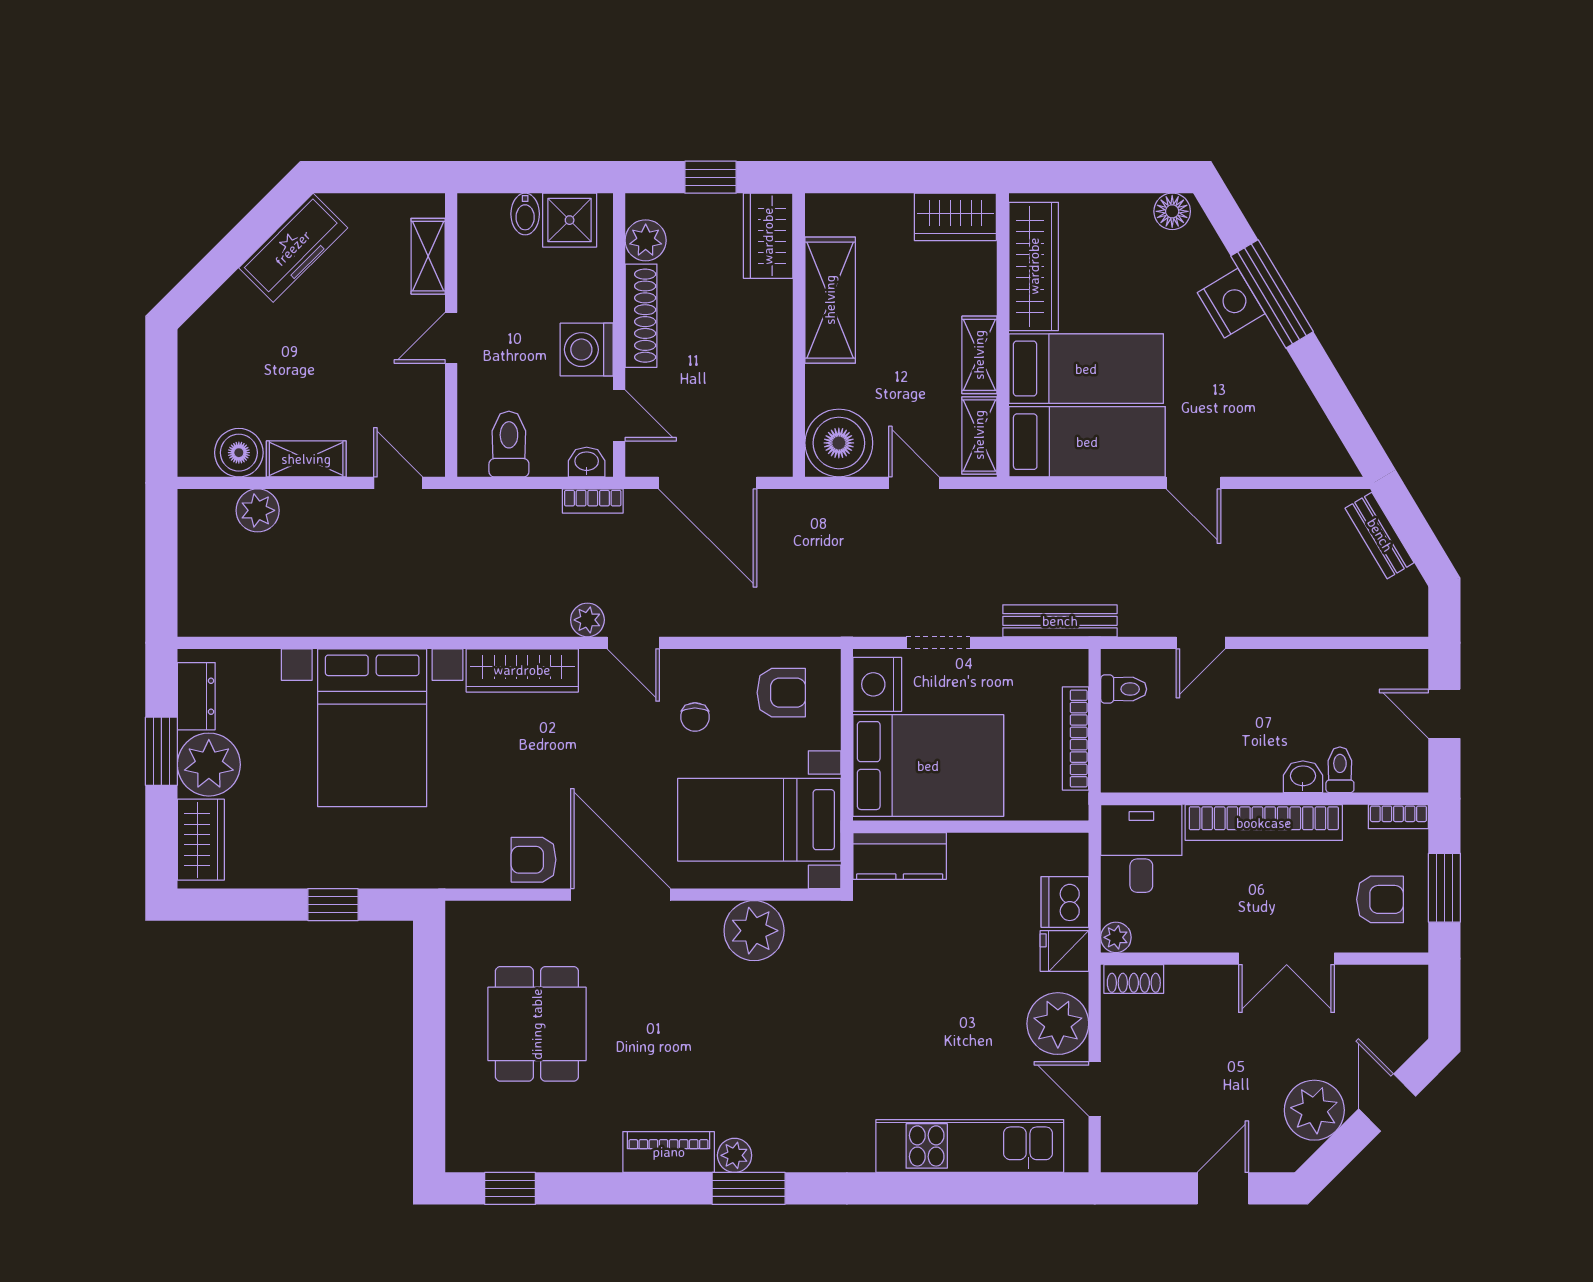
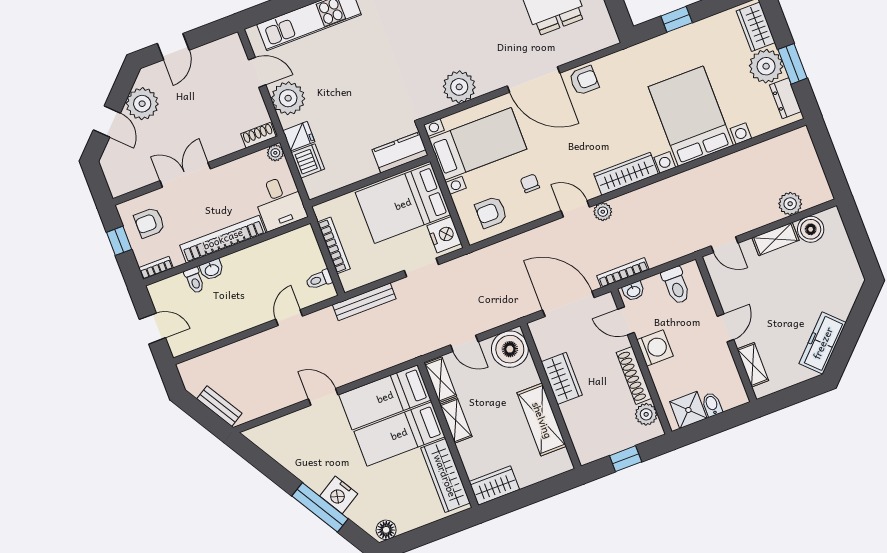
wardrobe: (768, 236) -> (562, 378), moved
bookcase: (593, 501) -> (623, 273), width x1.56
window: (1444, 888) -> (119, 241), width x0.67

